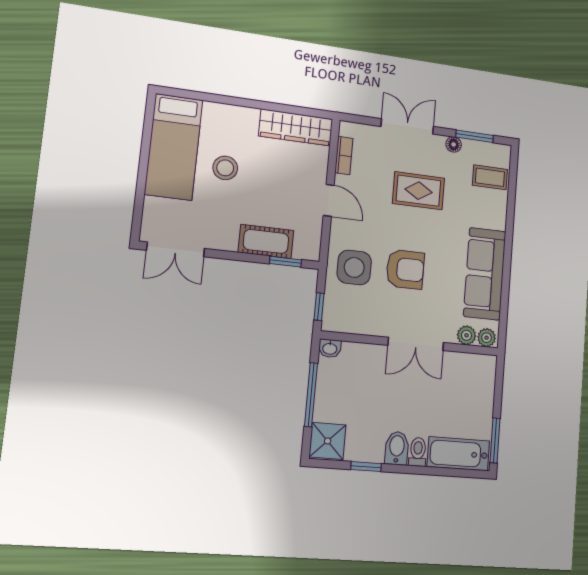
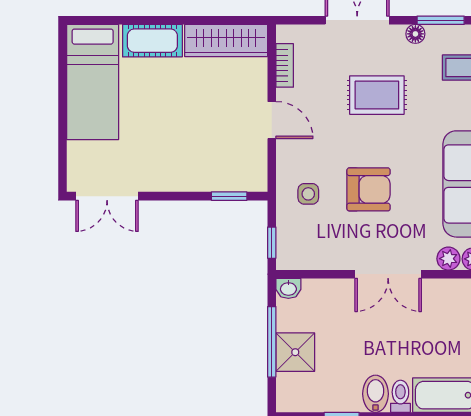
stool: (225, 168) -> (151, 98), removed
cot: (266, 241) -> (152, 41), moved
side table: (354, 267) -> (308, 194), width x0.54, depth x0.54
shower: (328, 441) -> (295, 352), moved

